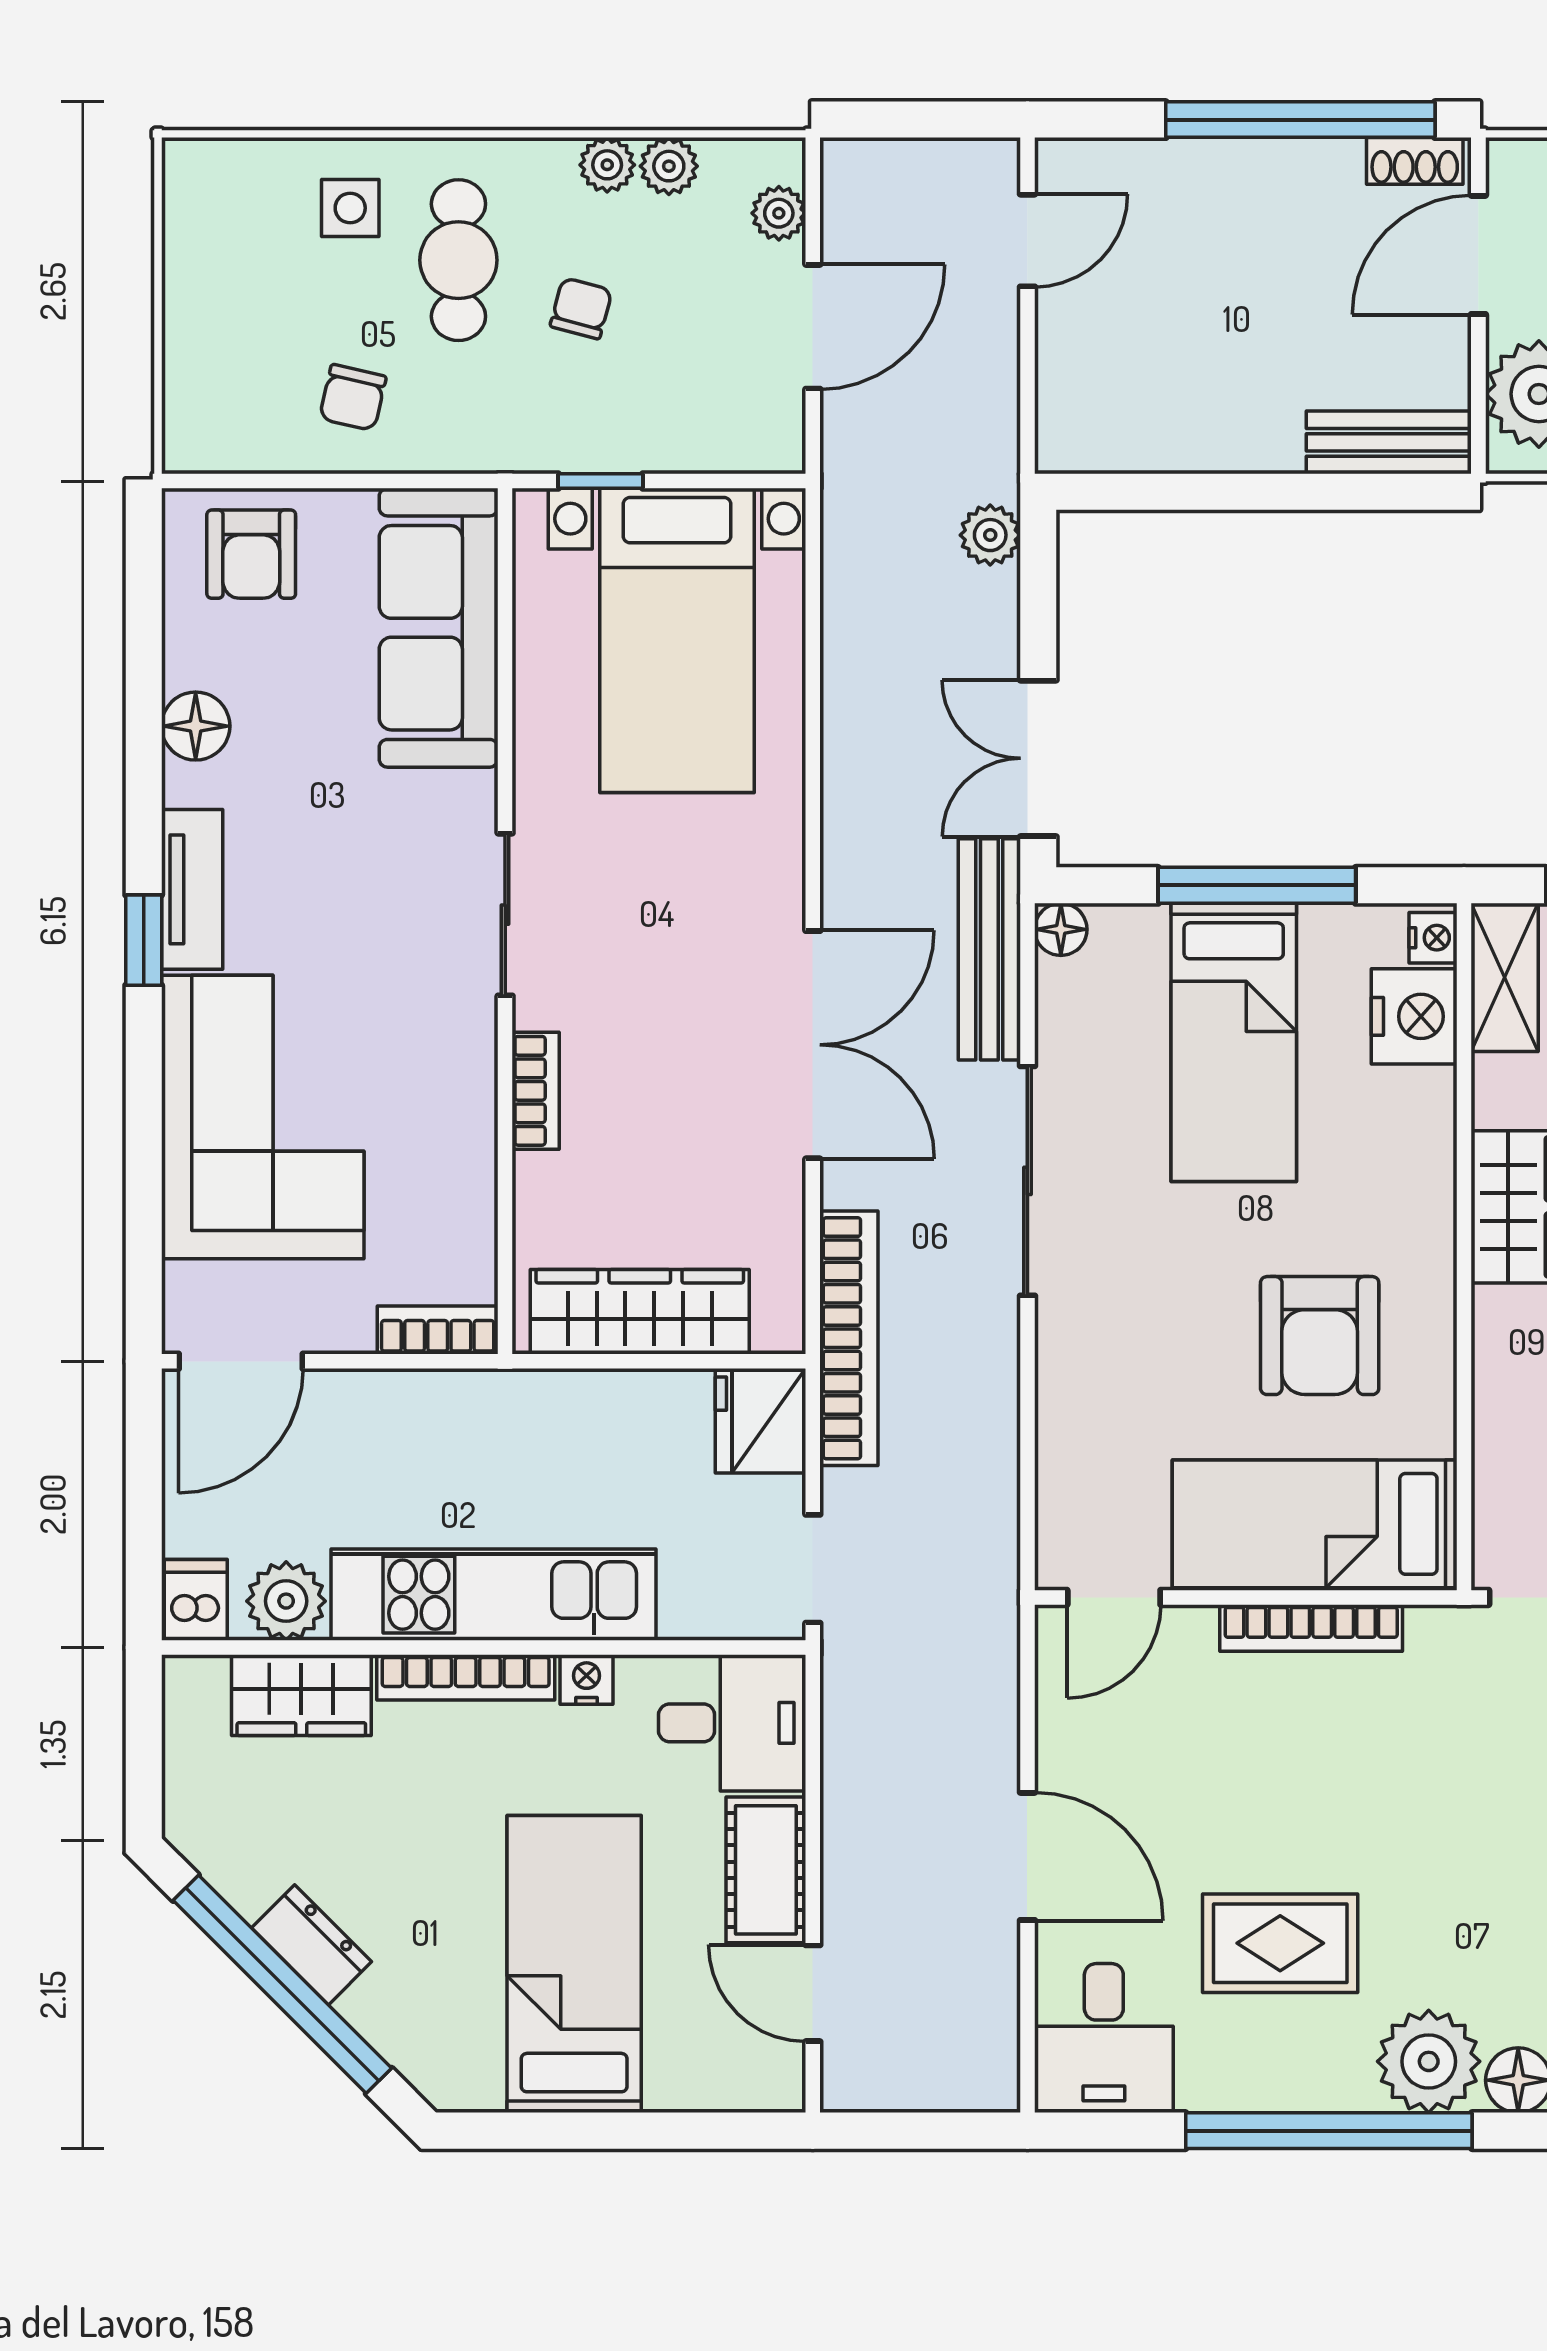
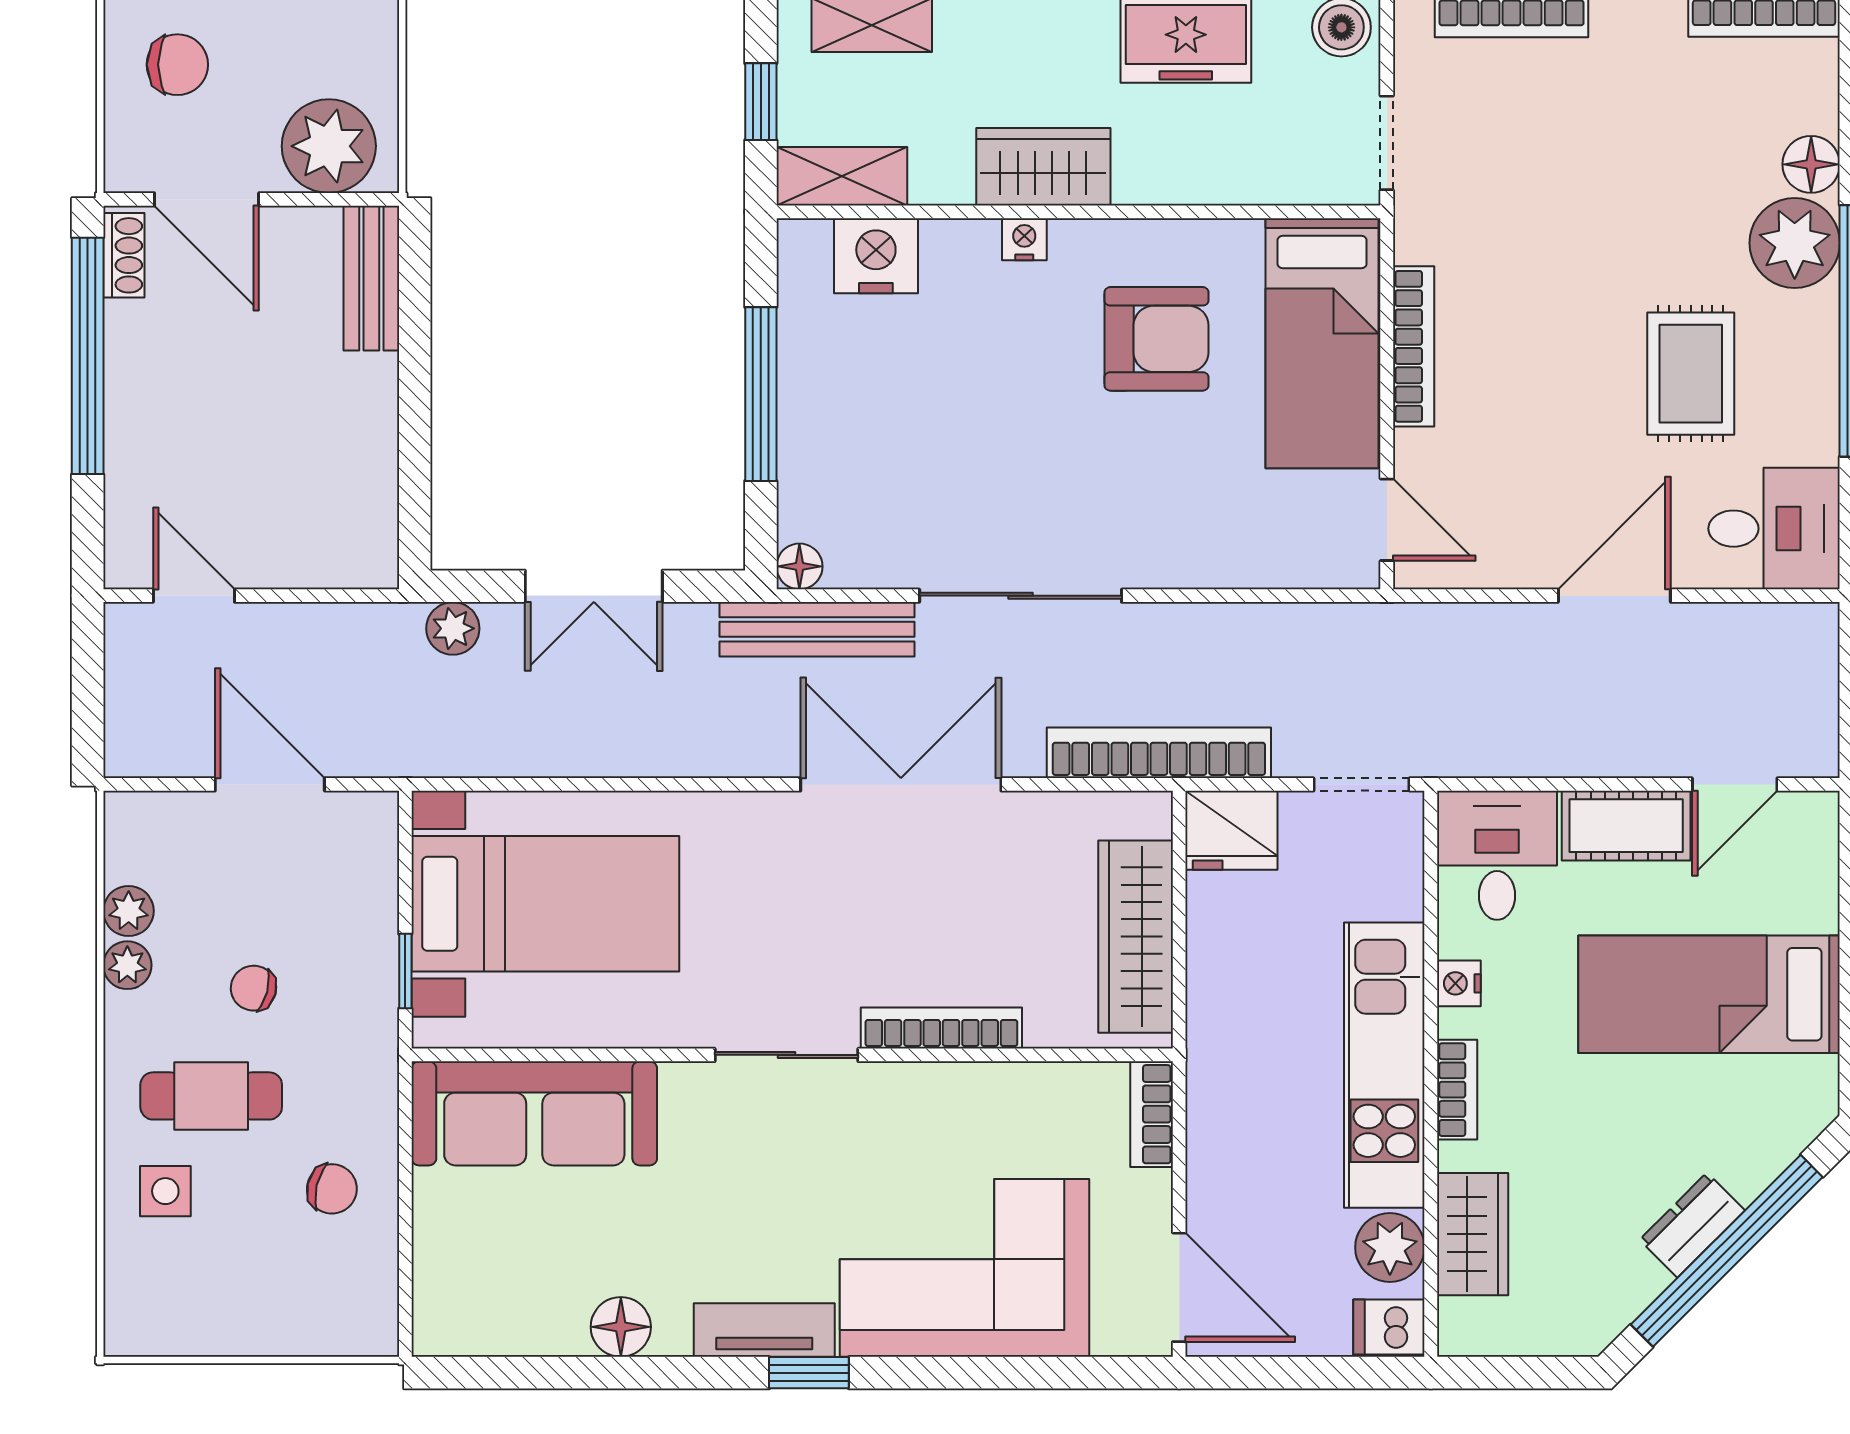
plant: (779, 213) -> (170, 814), removed
armchair: (251, 554) -> (470, 1278), removed
double door: (1038, 758) -> (594, 586), moved
nightstand: (1433, 938) -> (1024, 239), moved
bed: (1234, 1042) -> (899, 414), removed
bookcase: (536, 1091) -> (941, 1028), width x1.56
bookcase: (466, 1677) -> (1457, 1090), width x0.64

